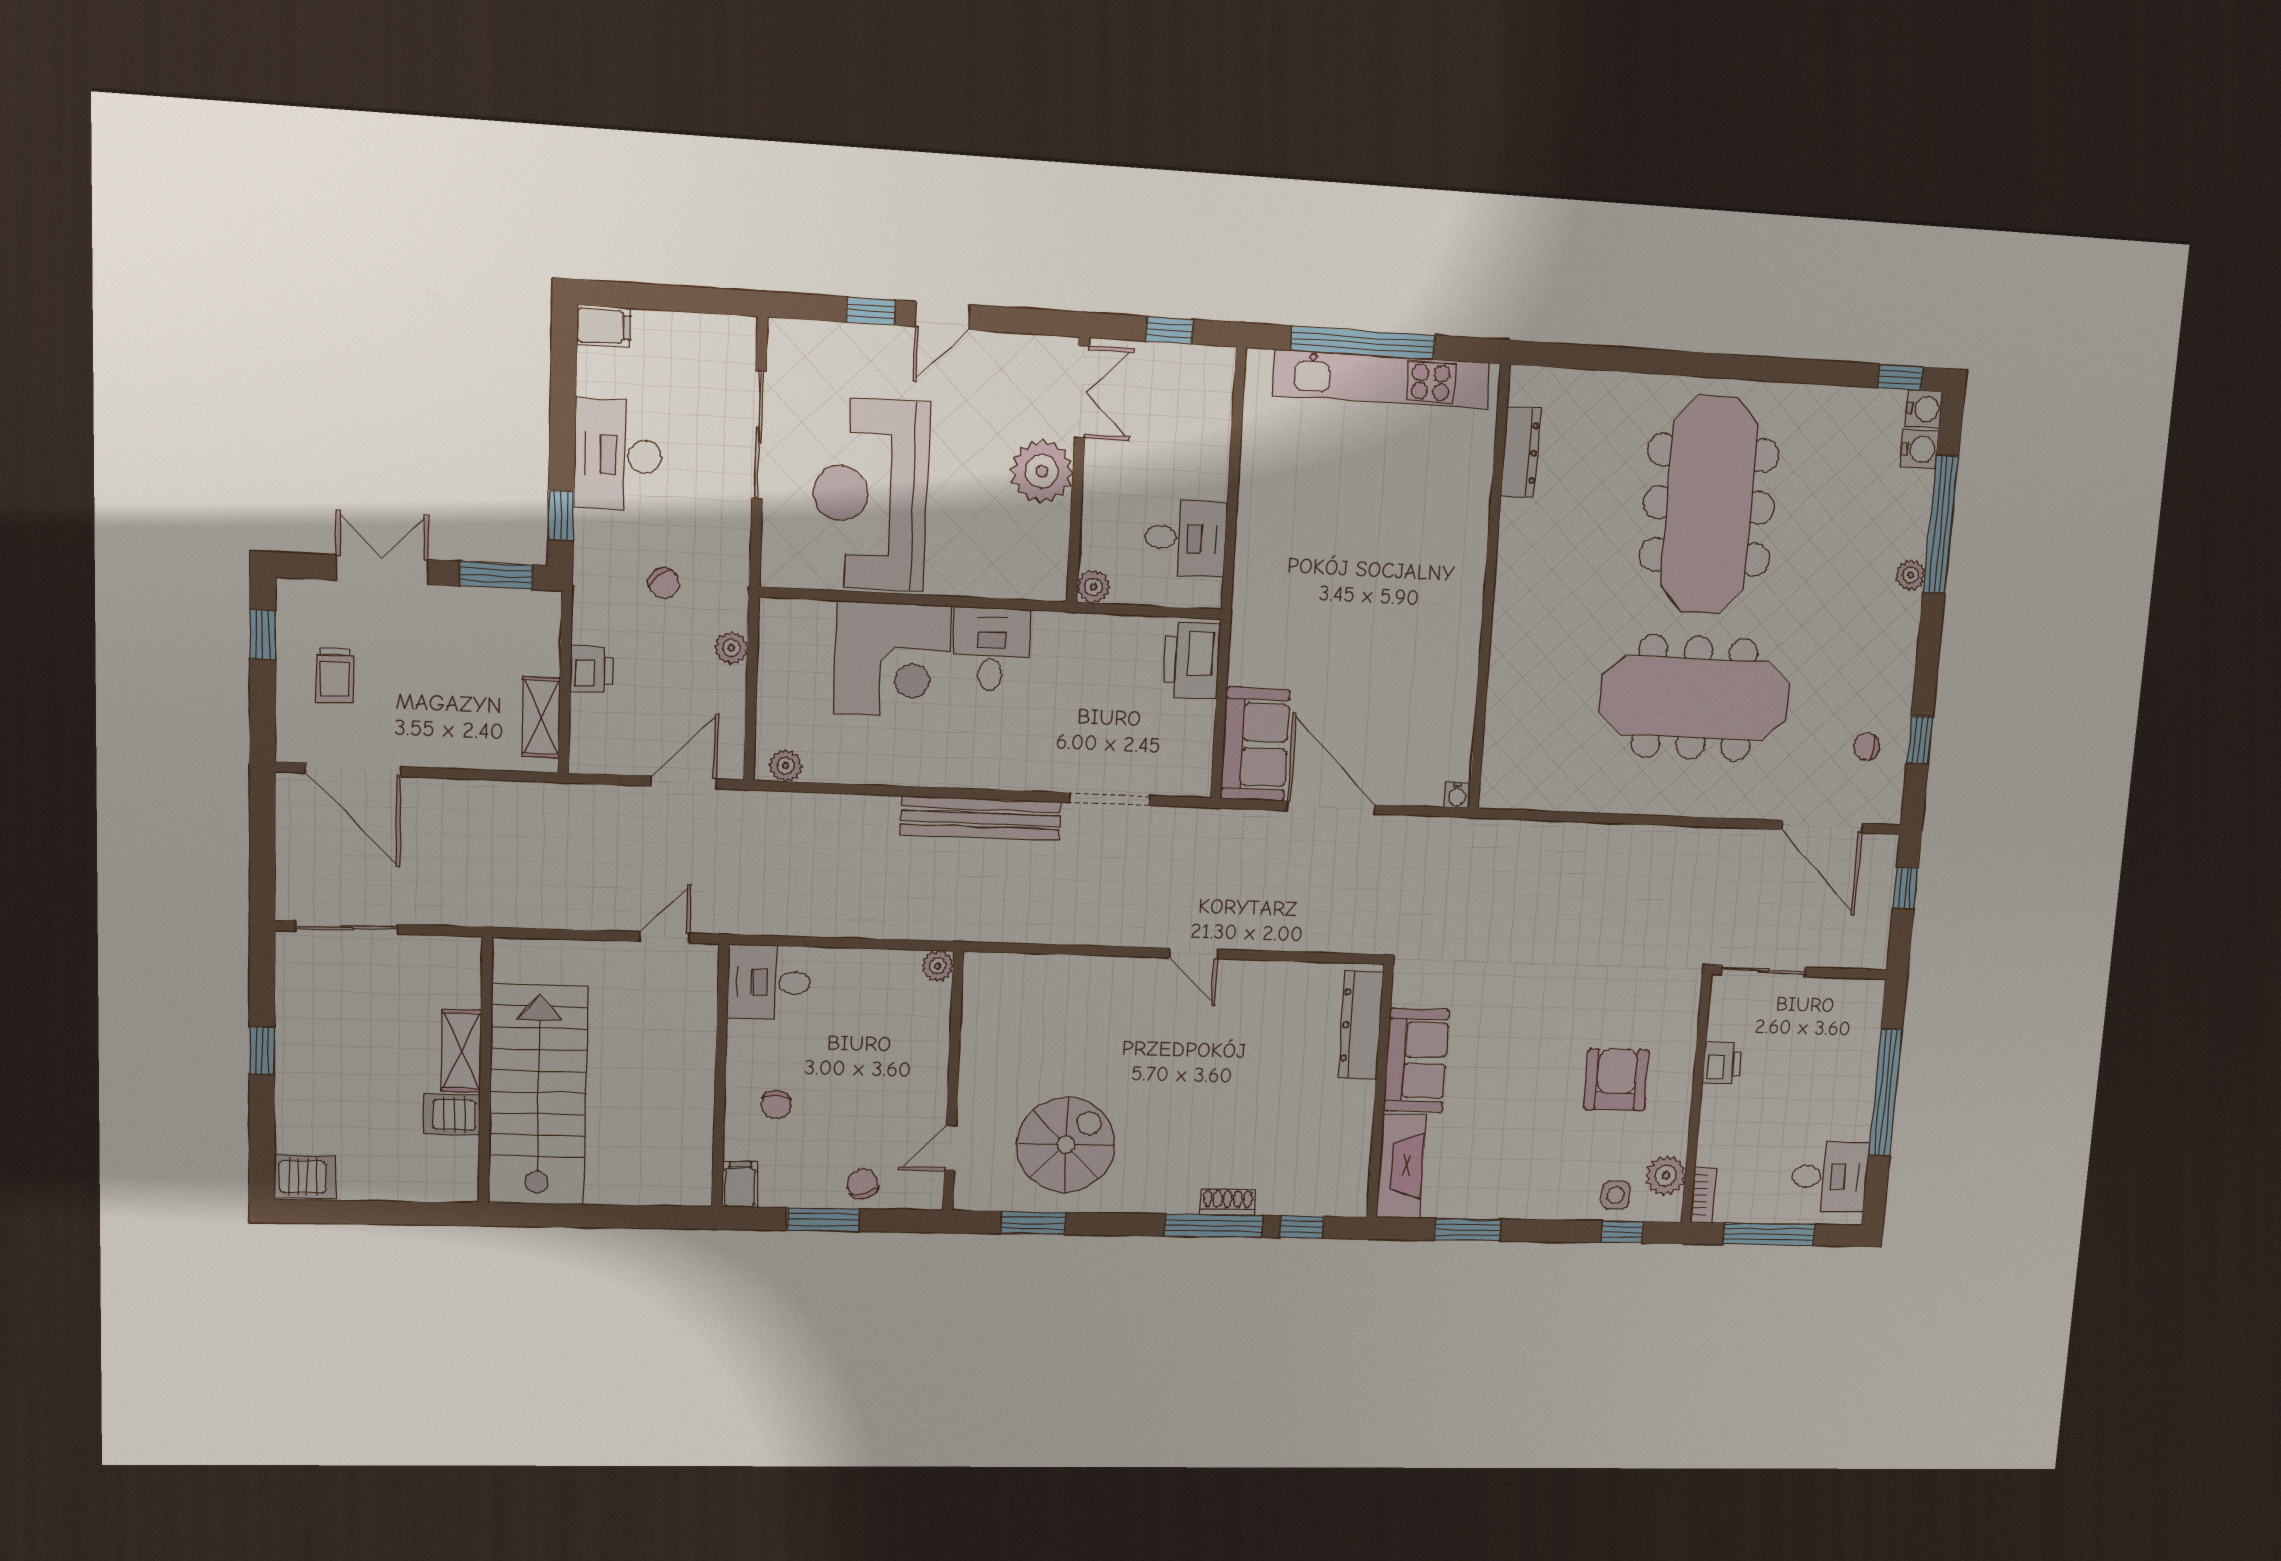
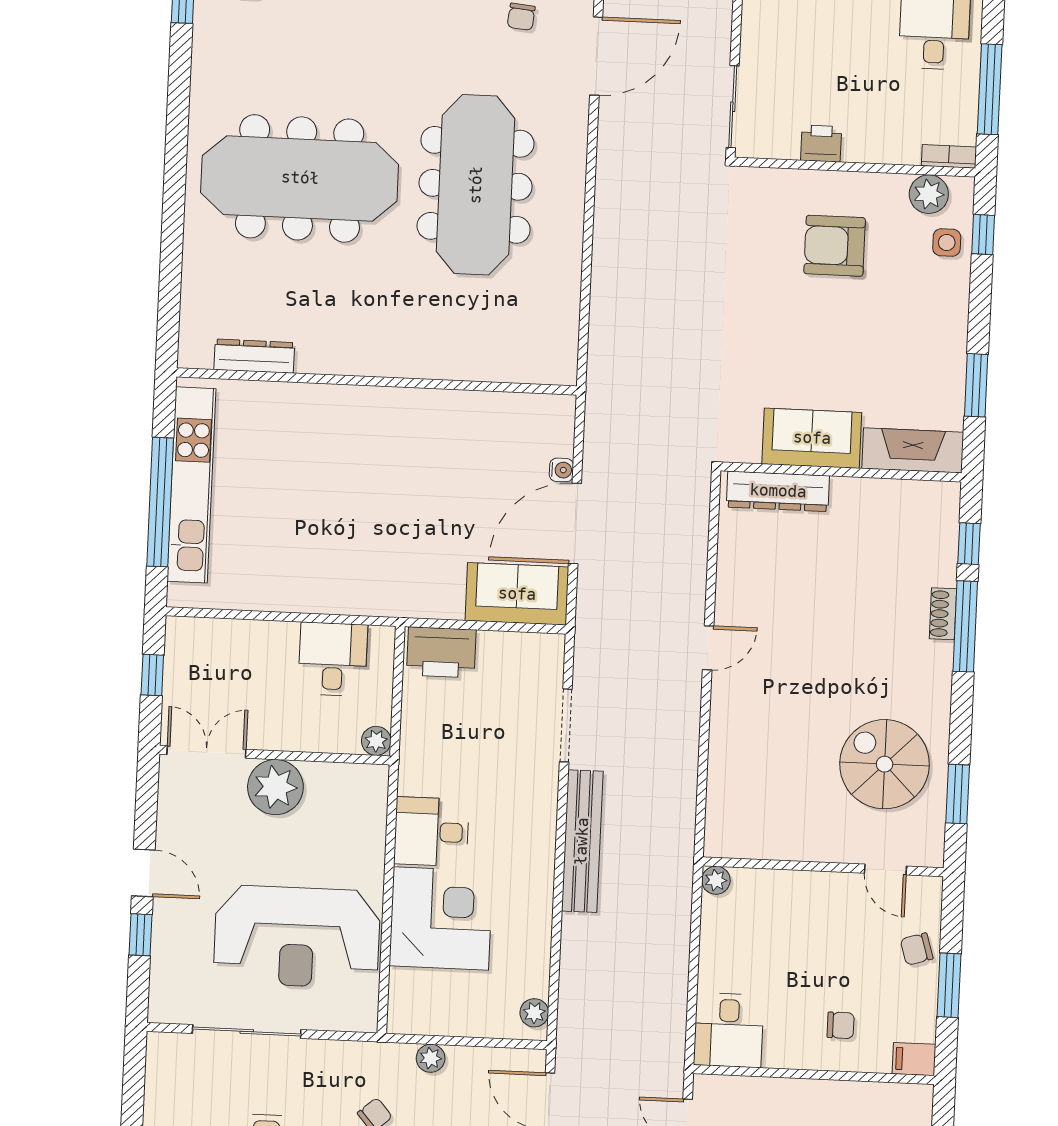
water cooler: (1457, 795) -> (561, 470), moved

